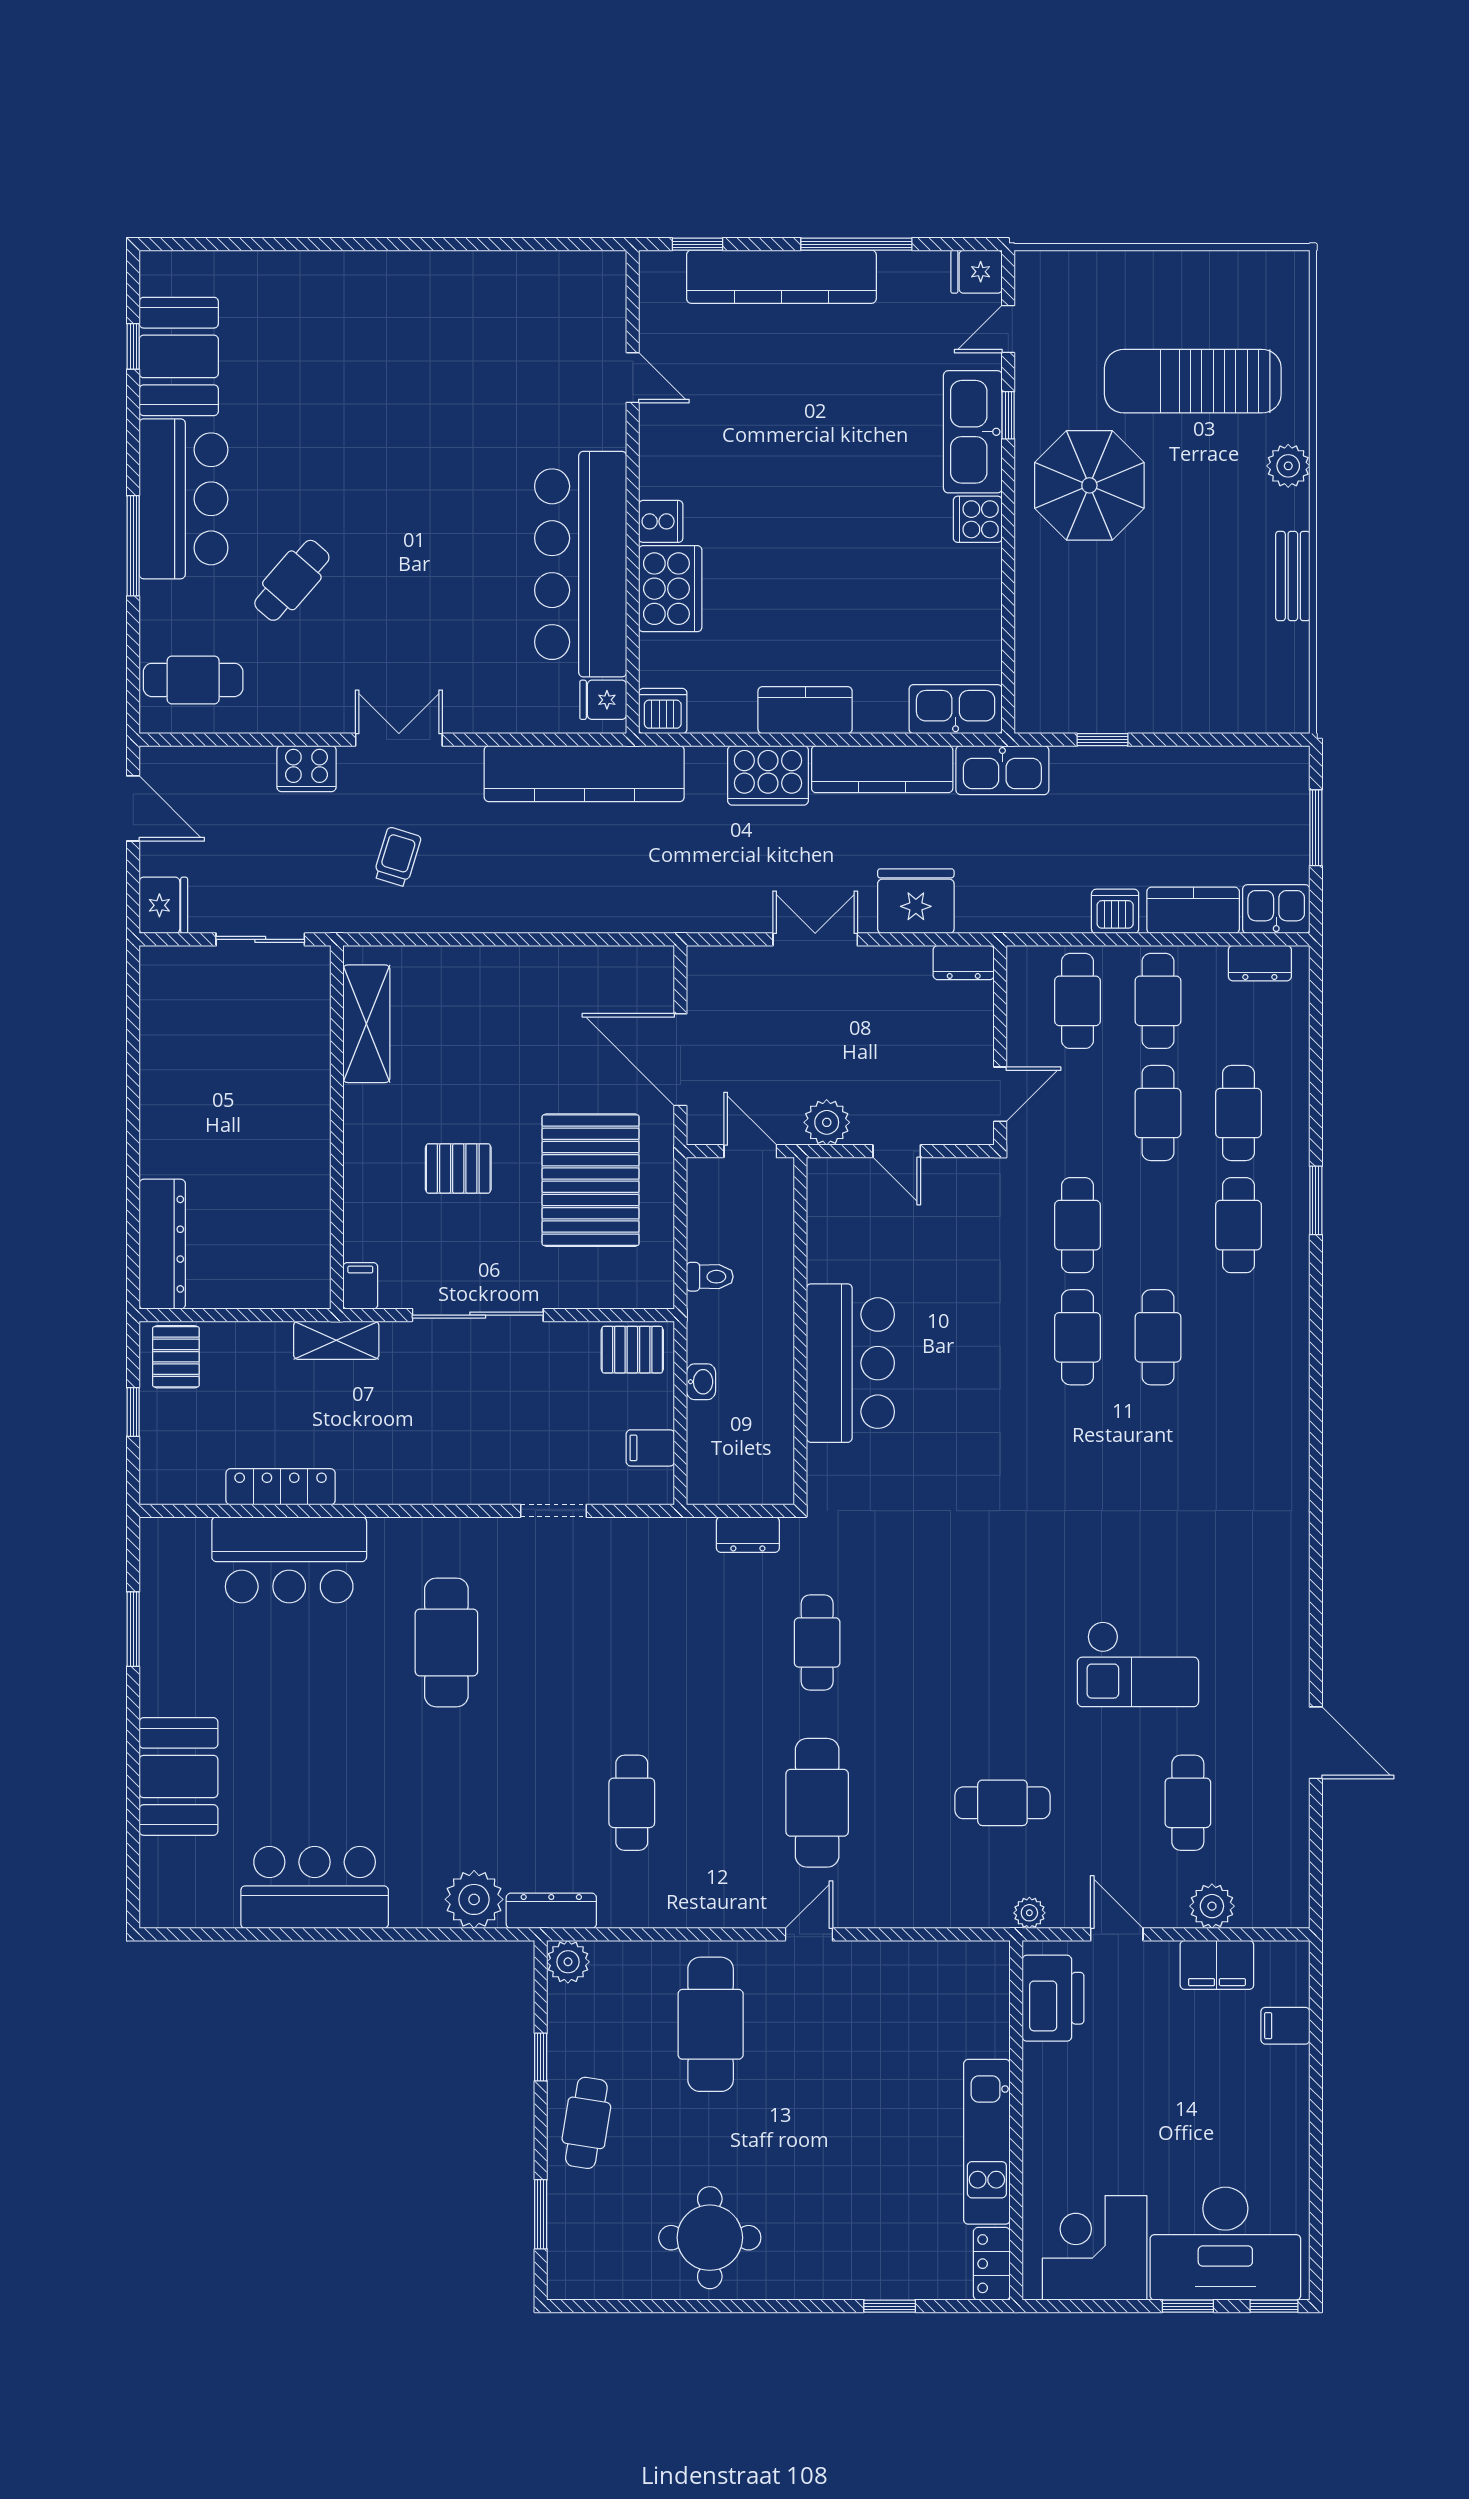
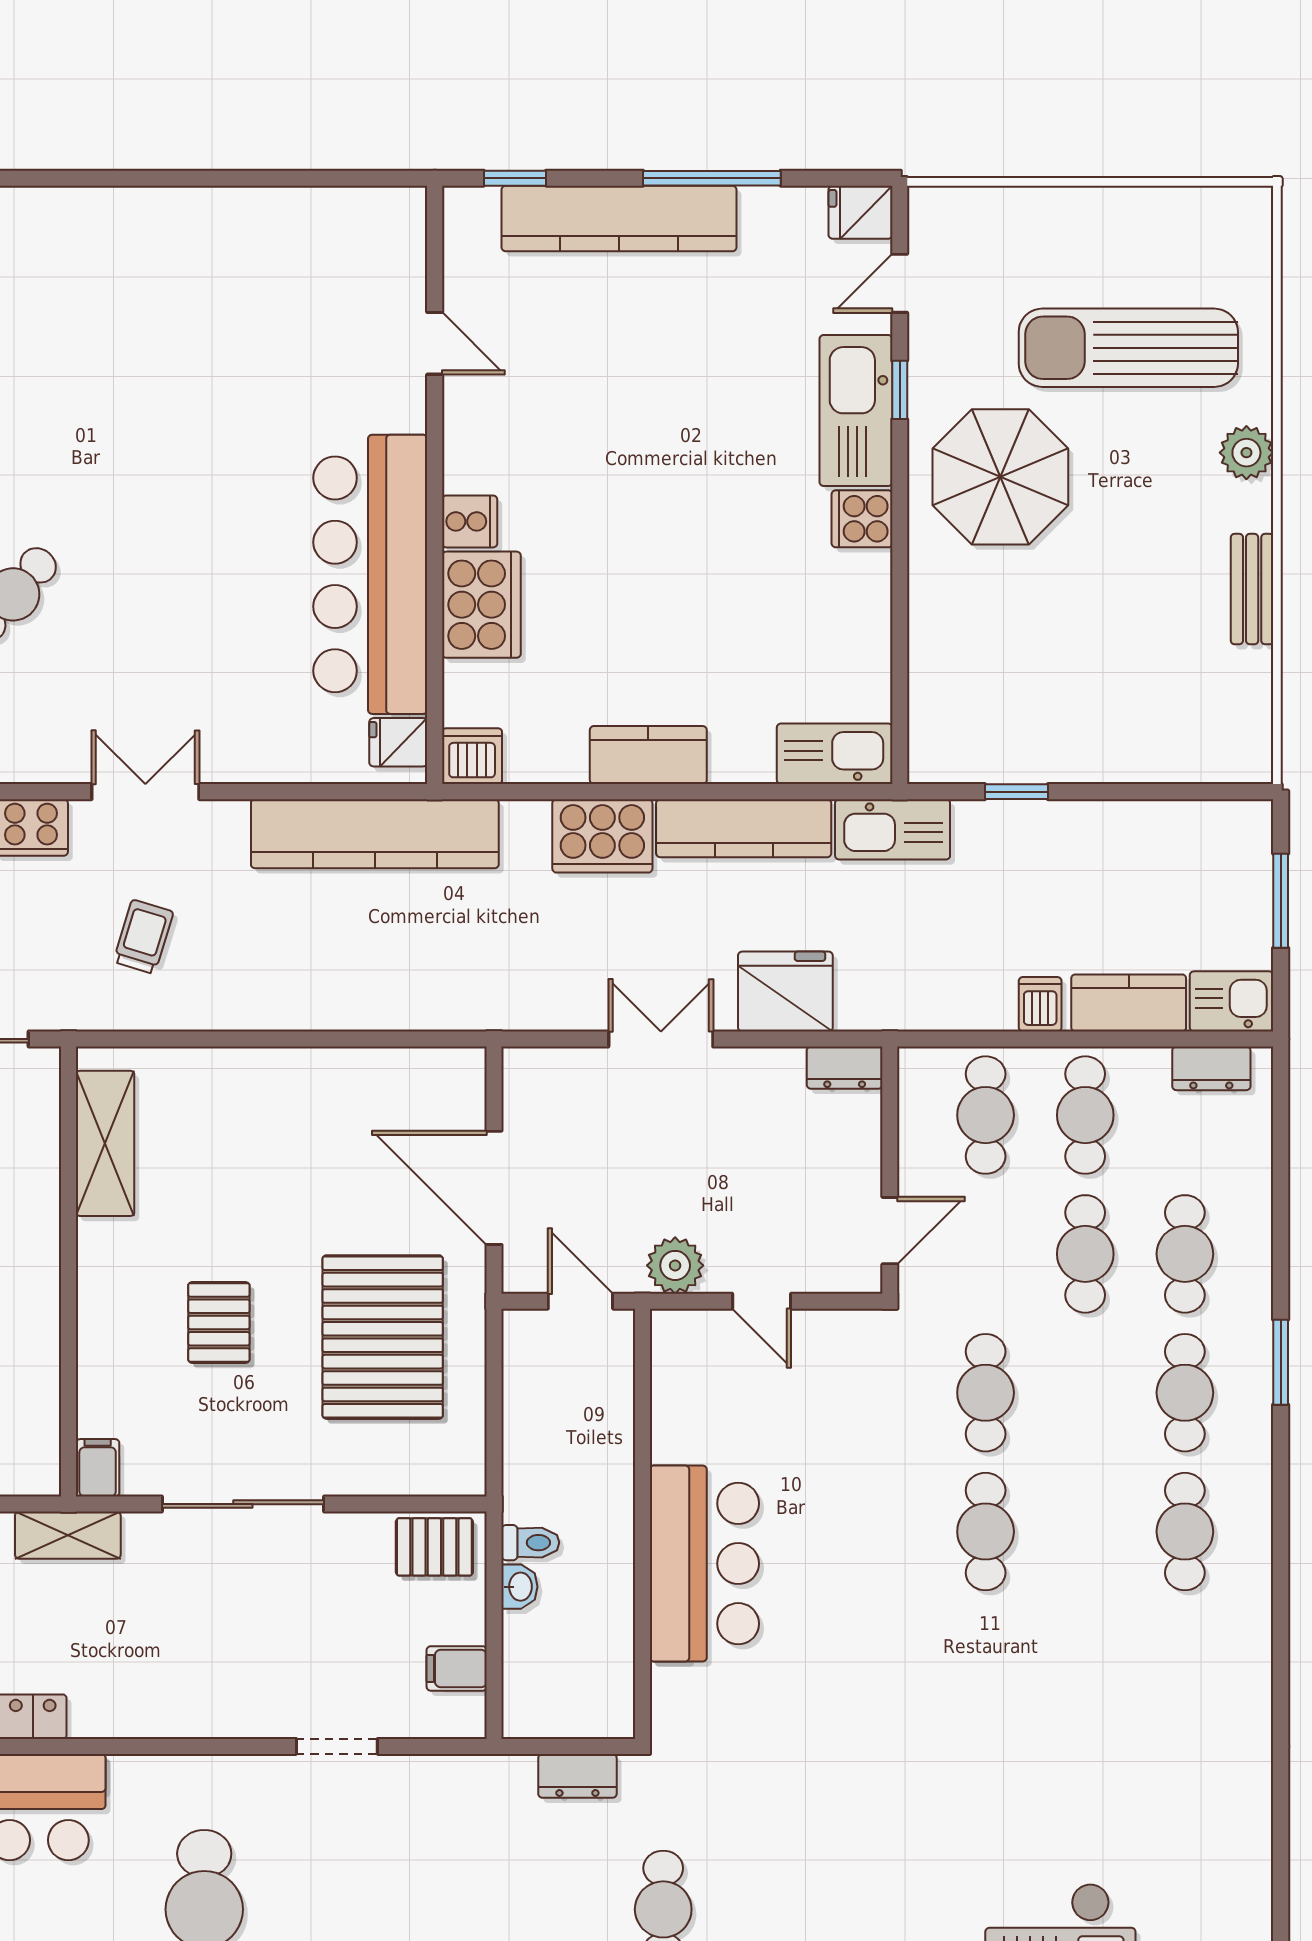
dishwasher: (1115, 911) -> (1040, 1004), width x0.73
pallet: (458, 1168) -> (219, 1322), turned 90
toilet: (710, 1277) -> (530, 1543), moved
cafe table: (1158, 1337) -> (1185, 1532), moved

